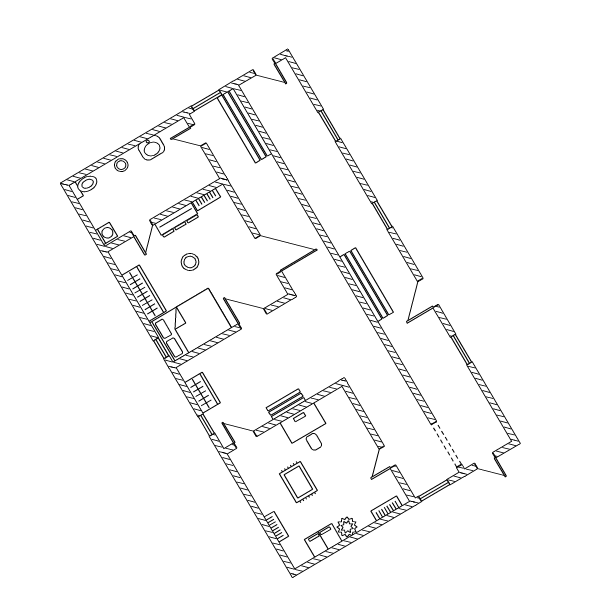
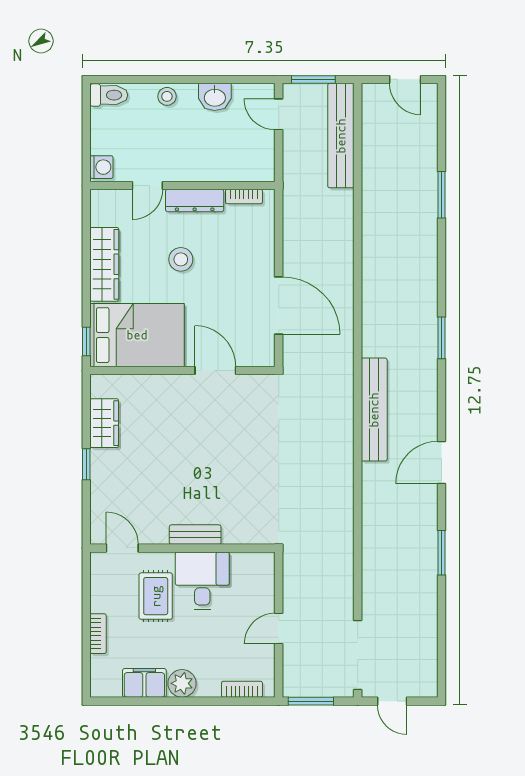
bench: (286, 404) -> (195, 535), moved
wall: (283, 417) -> (182, 548), moved
desk: (307, 431) -> (202, 581), moved
door: (245, 440) -> (122, 548), moved

